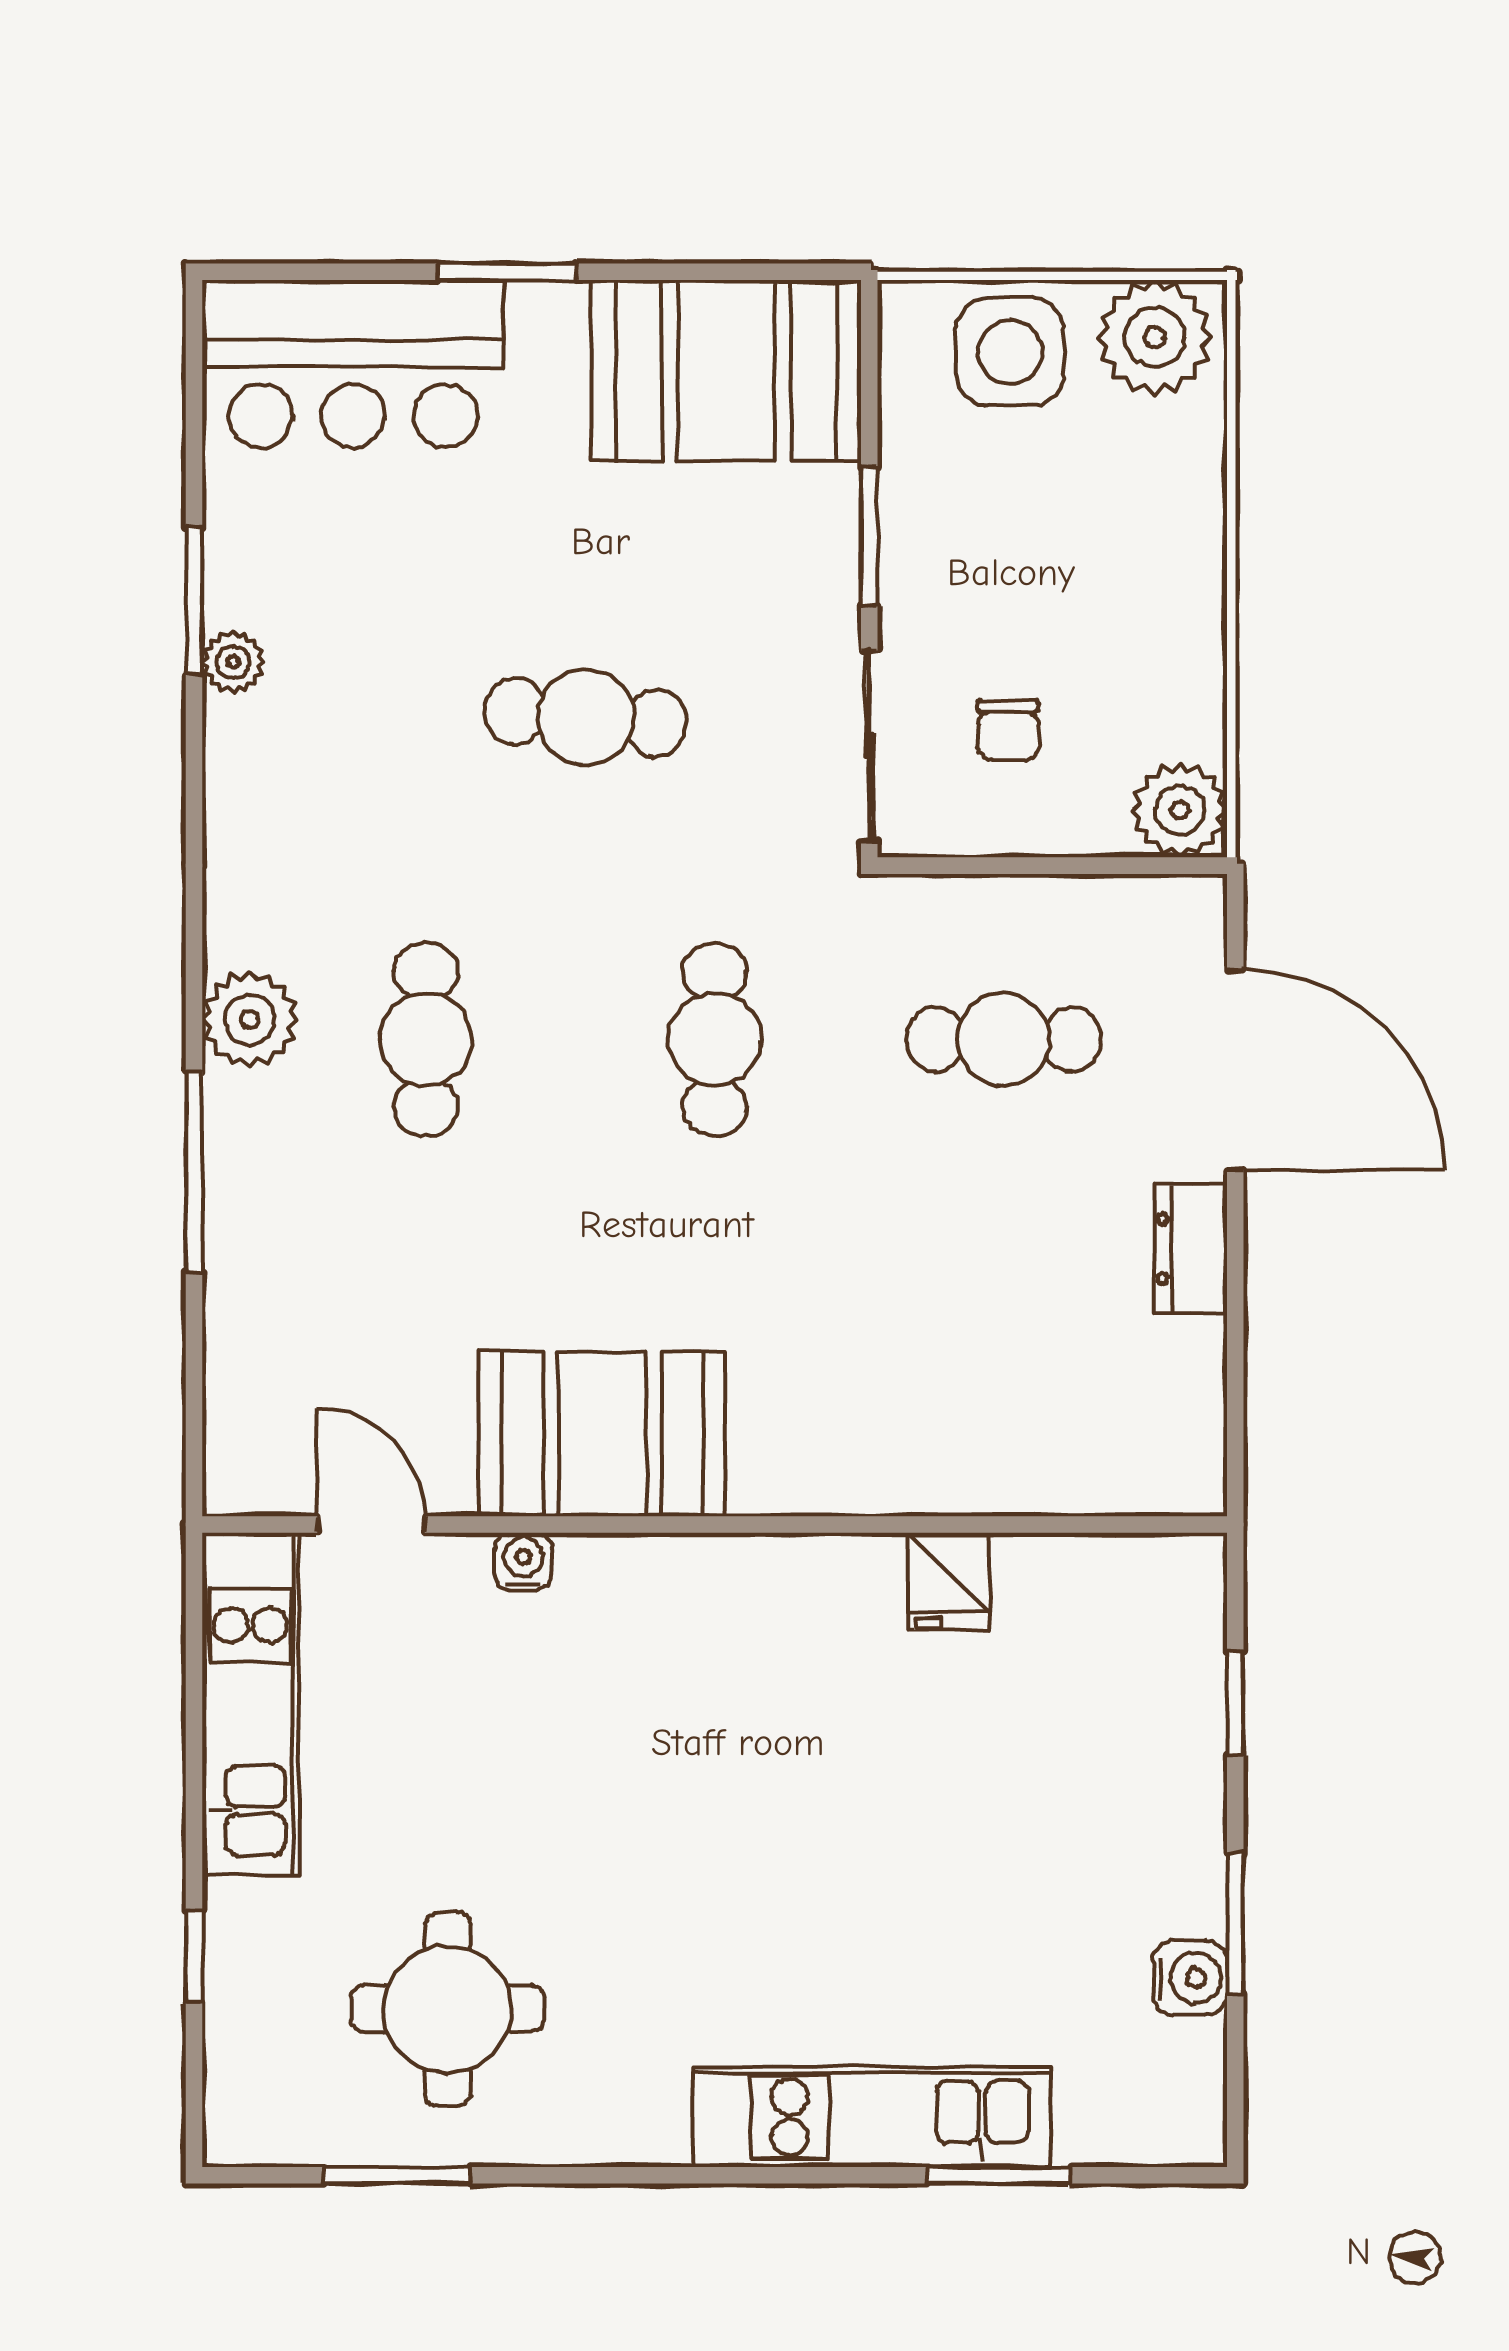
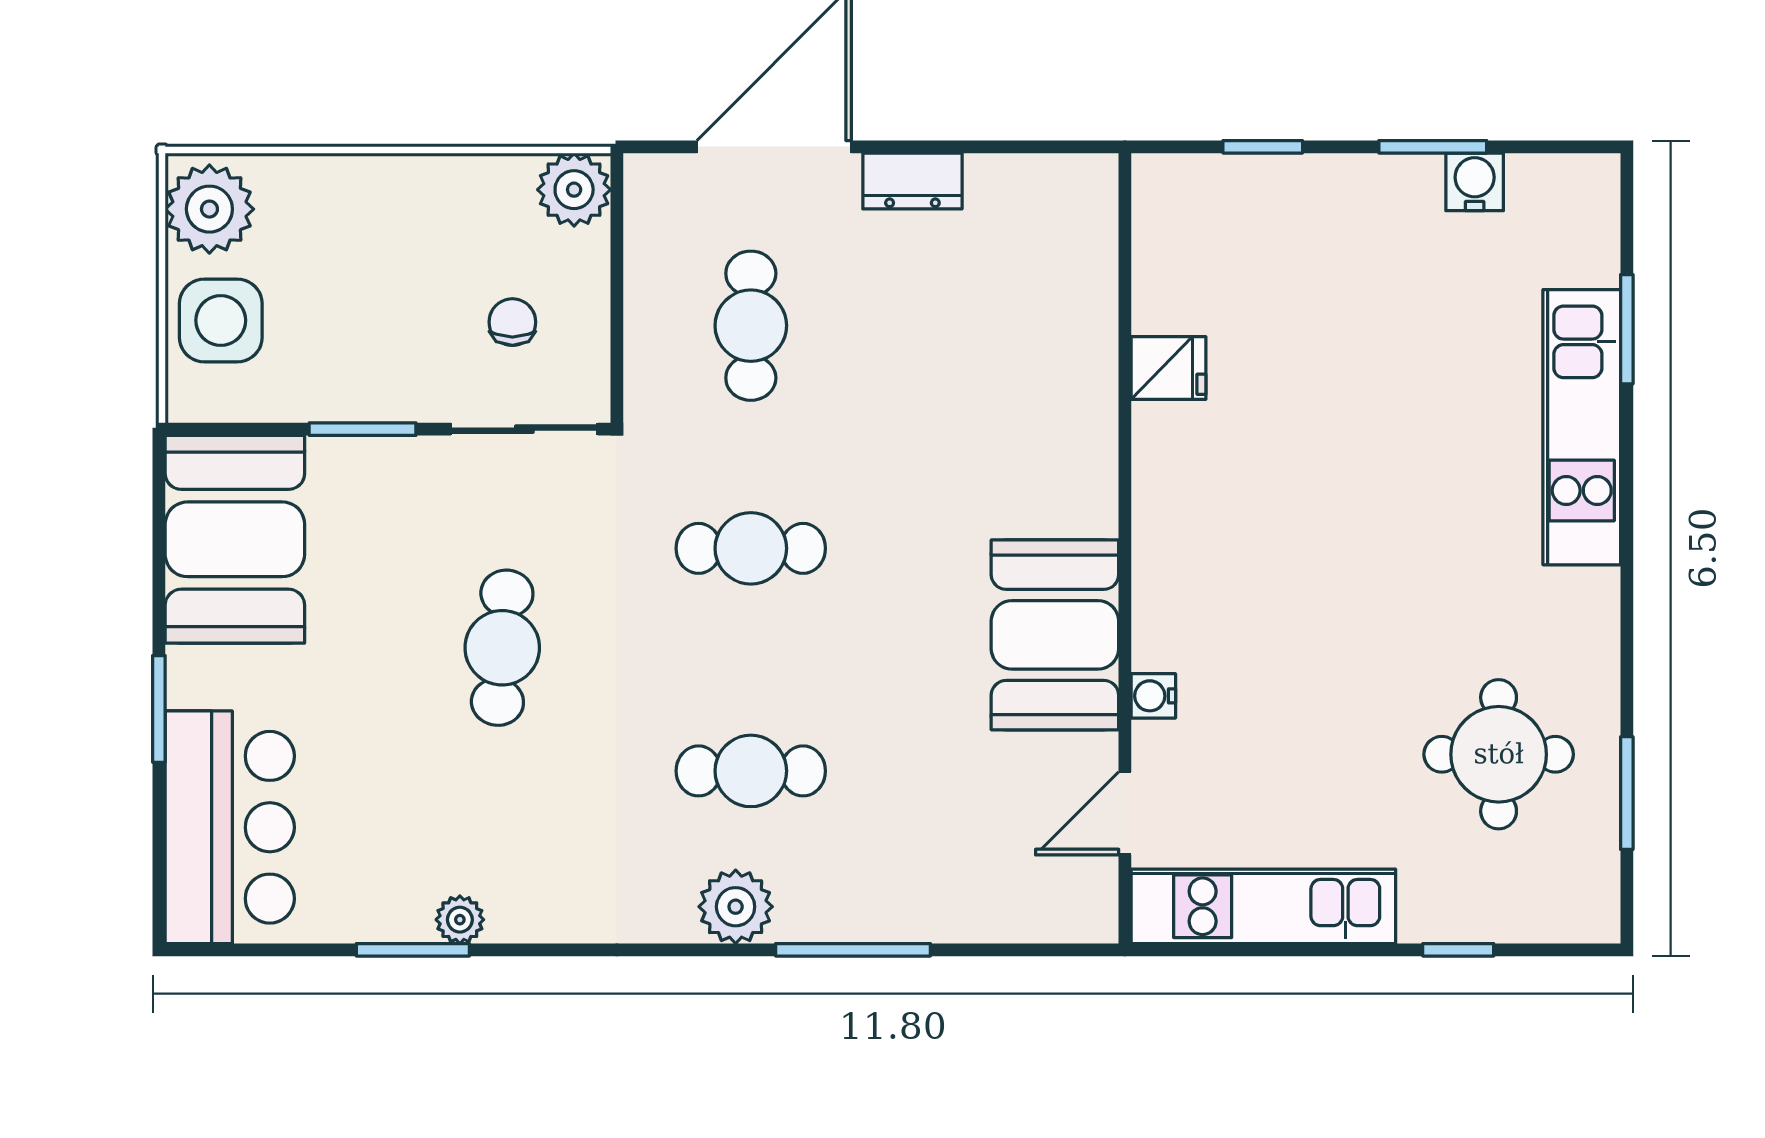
chair: (1008, 730) -> (512, 322), turned -90

